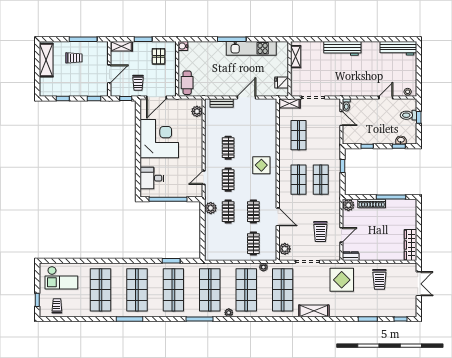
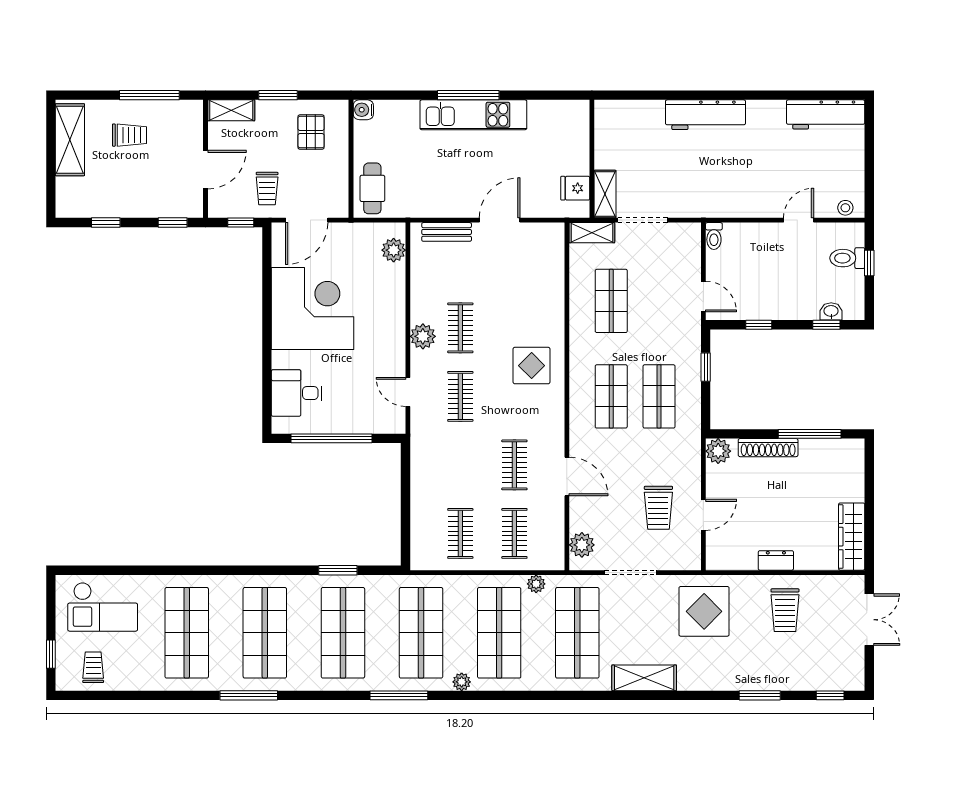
kitchen unit: (251, 48) -> (473, 115), moved
shelving: (296, 57) -> (605, 194), moved
door: (341, 118) -> (703, 296), moved
door: (204, 178) -> (408, 392), hinge flipped
plant: (211, 208) -> (423, 336), moved
clothes rail: (228, 212) -> (460, 533), moved
dresser: (351, 256) -> (776, 560), moved

